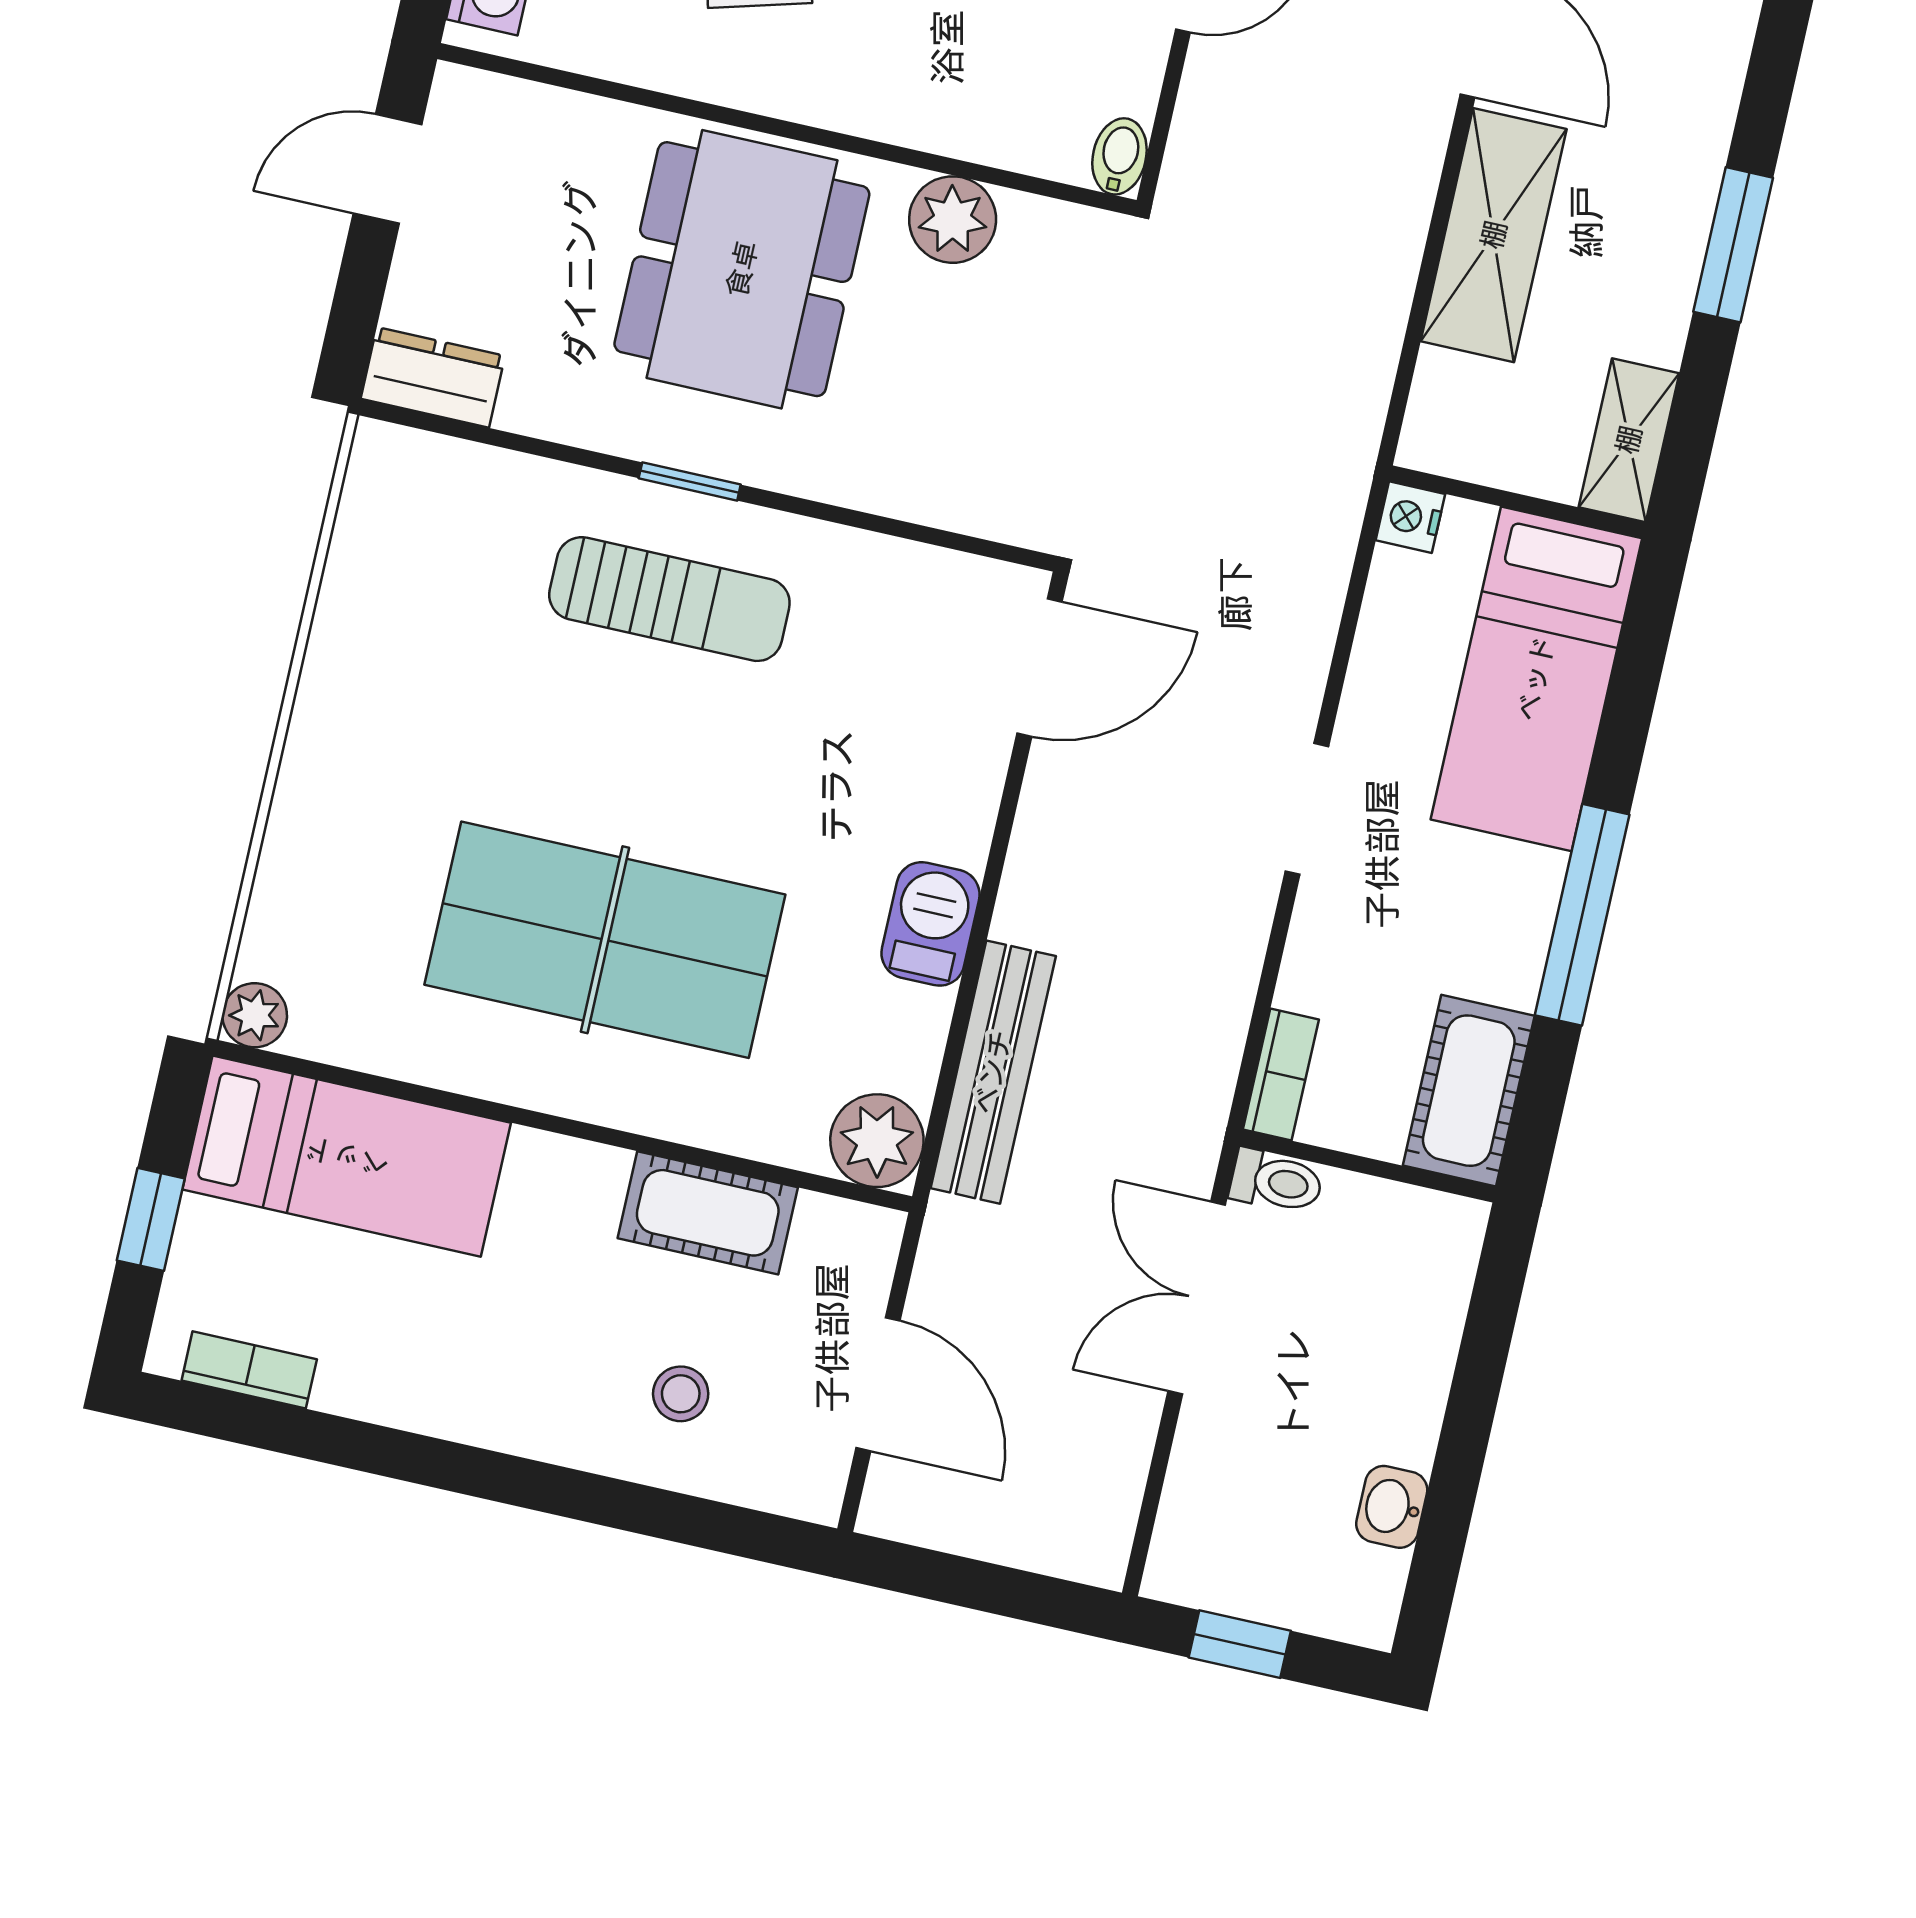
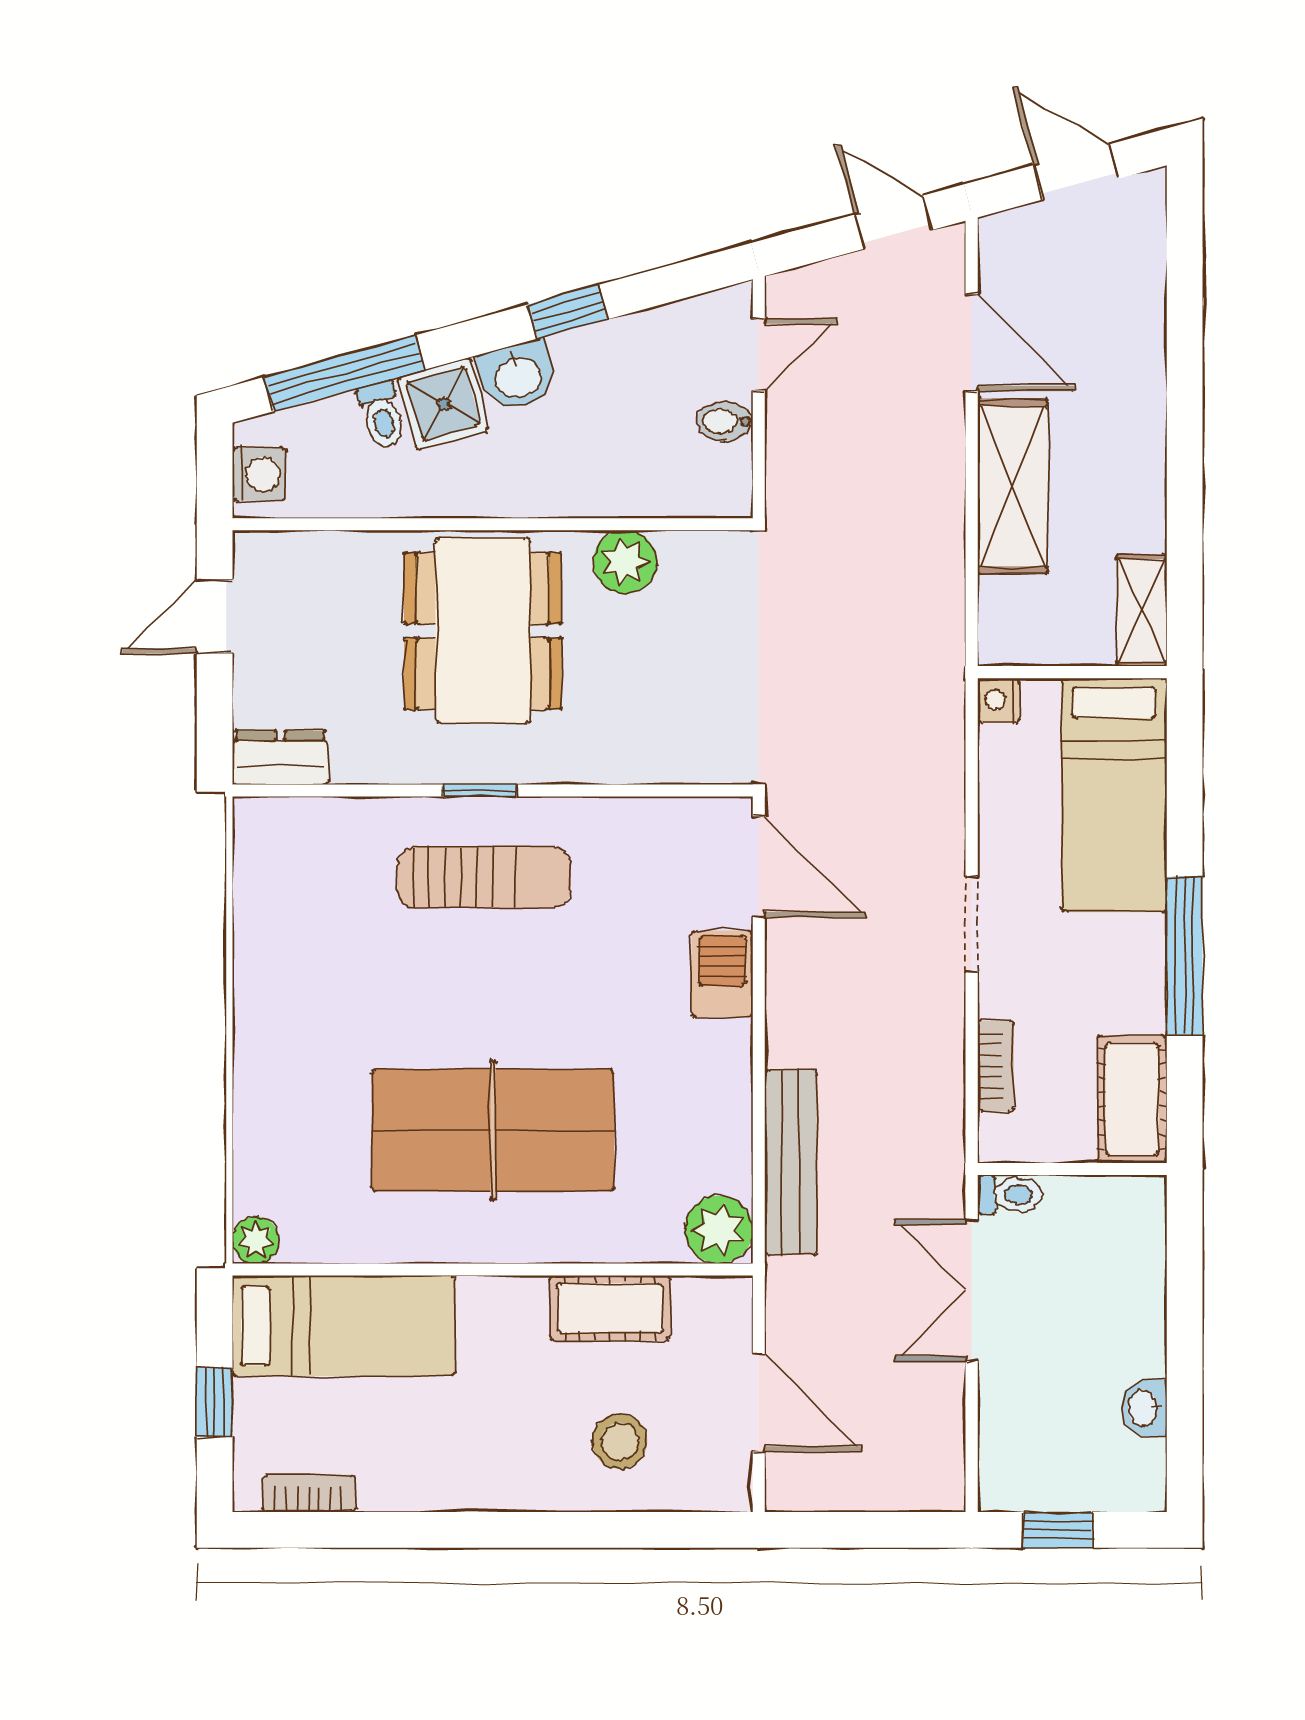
bidet: (1119, 156) -> (725, 421), moved, turned -90
window: (1733, 245) -> (1185, 455), removed
door: (1040, 668) -> (759, 867), hinge flipped
barbecue: (931, 924) -> (722, 974), moved
bookcase: (1281, 1074) -> (996, 1066), moved
stool: (681, 1394) -> (620, 1441), width x1.37, depth x1.37

